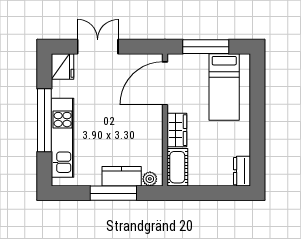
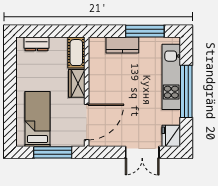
dresser: (242, 171) -> (37, 44), moved, turned 90
plant: (150, 179) -> (99, 43), removed
window: (113, 193) -> (145, 31), moved

